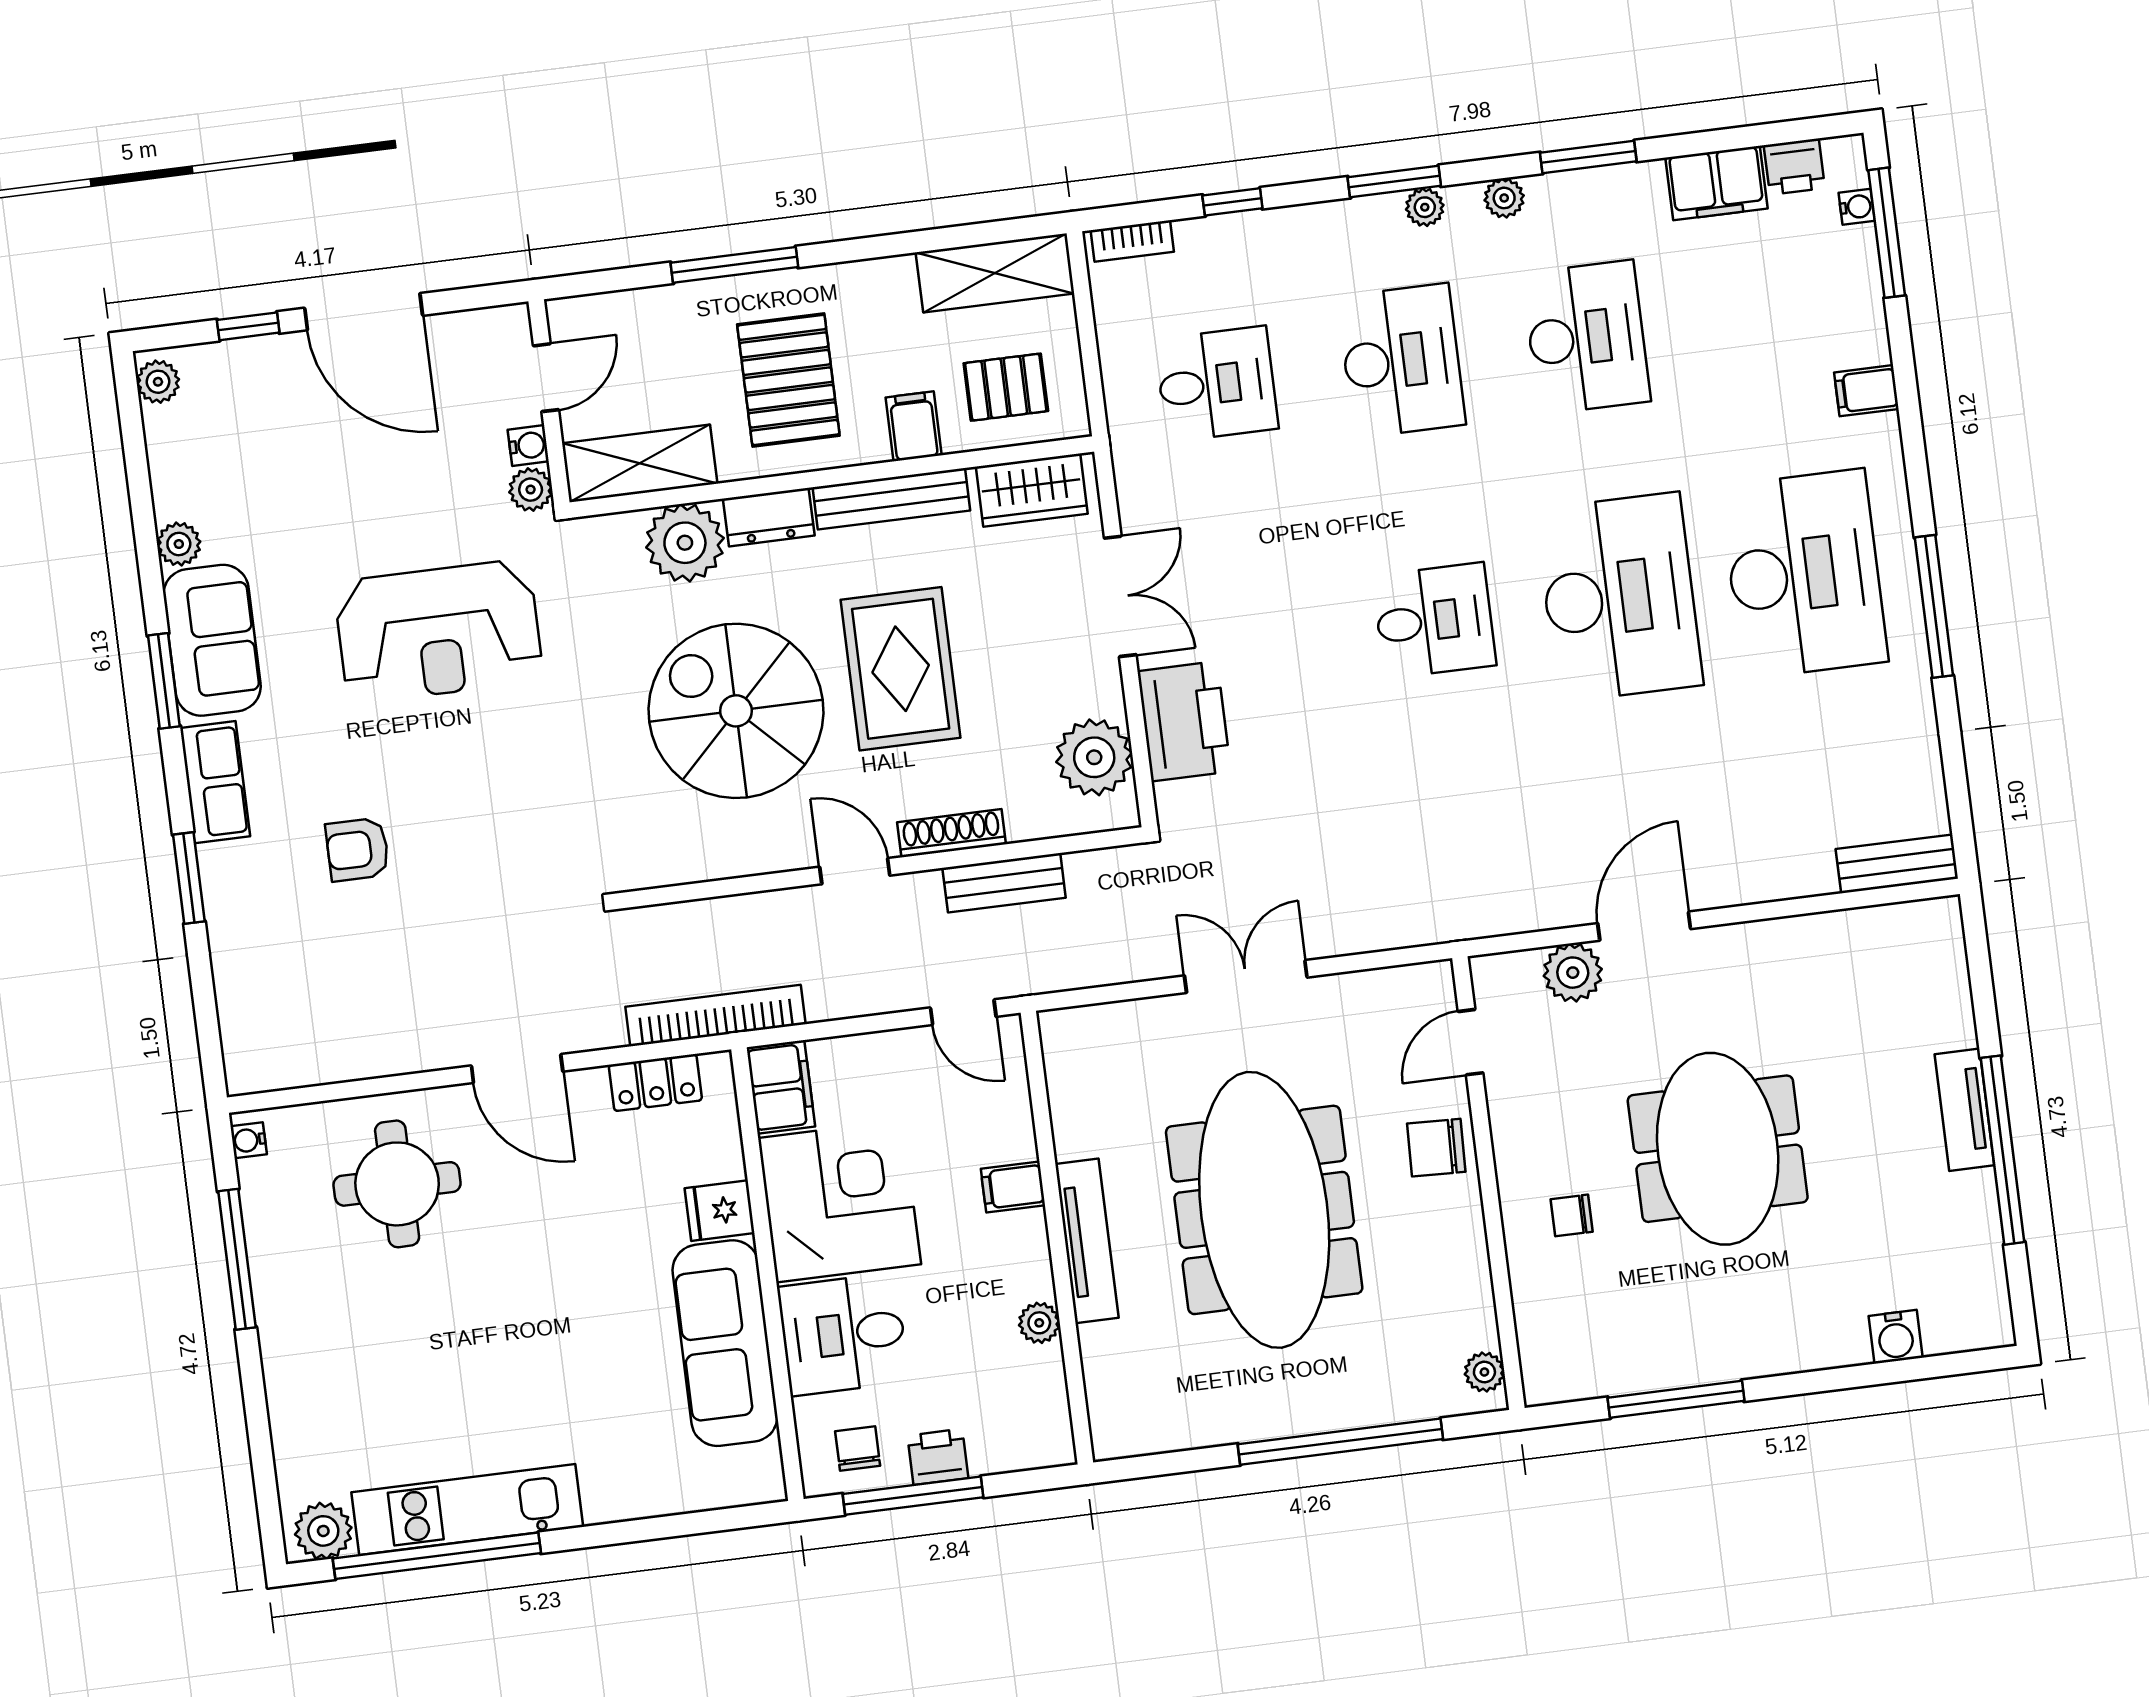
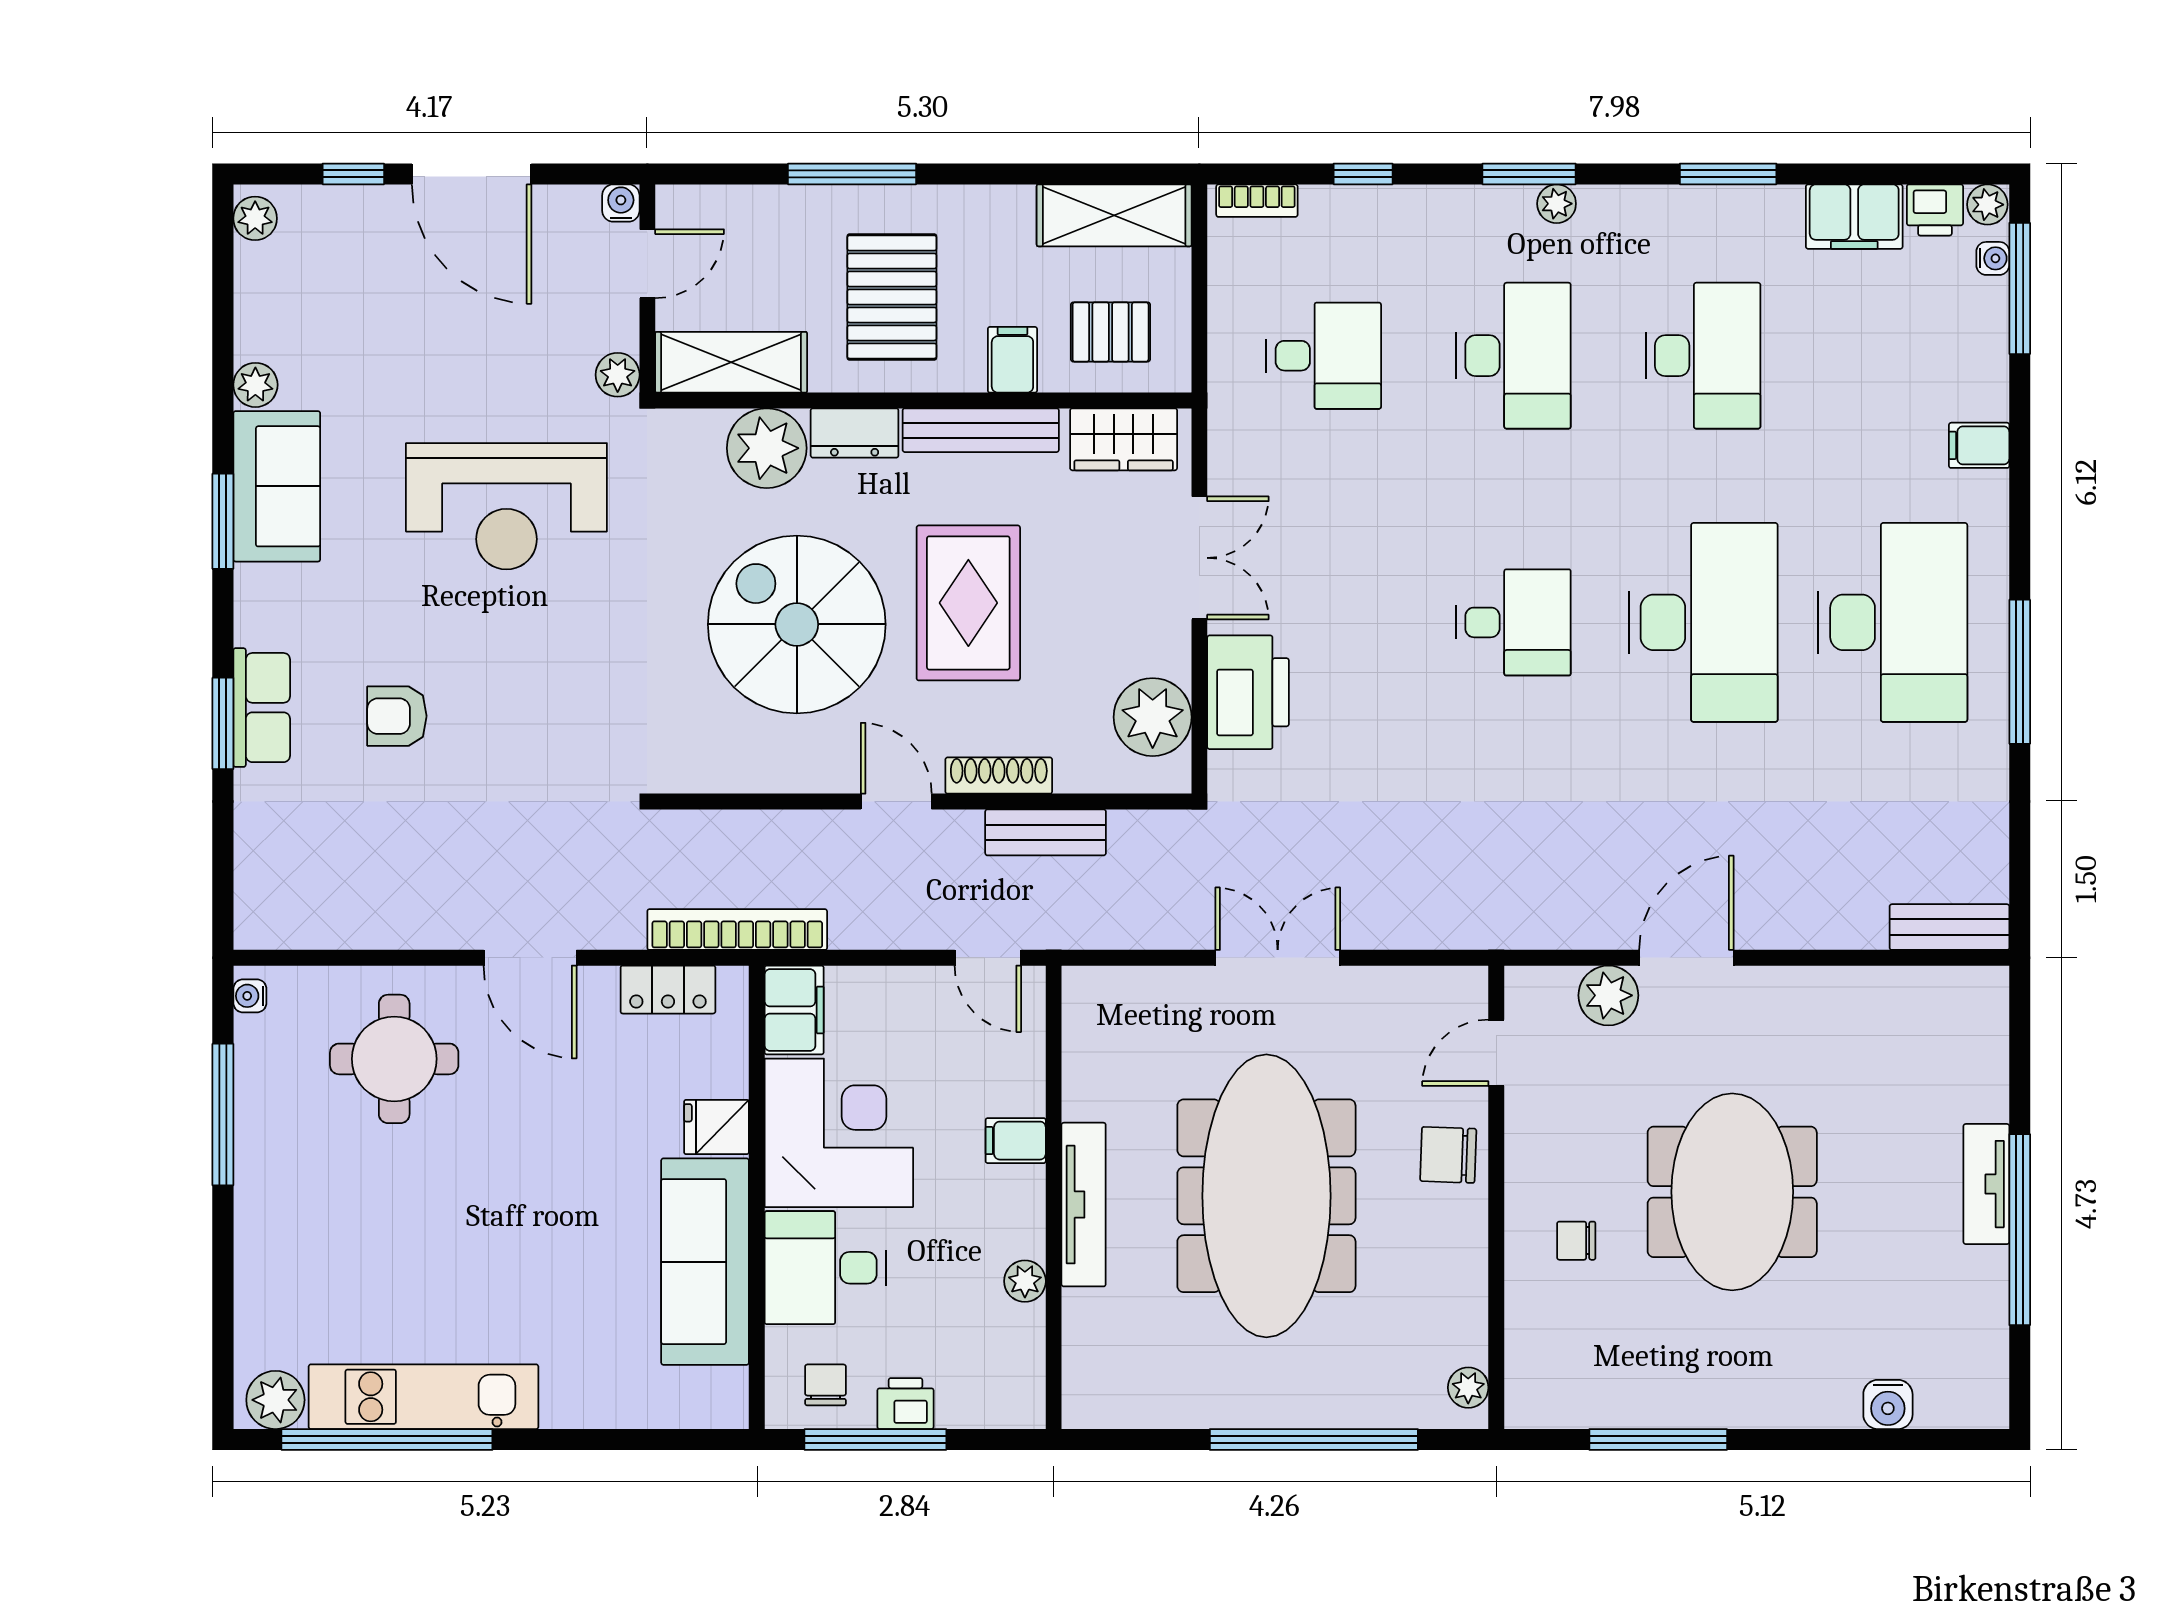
plant: (1504, 198) -> (1987, 205), moved
water cooler: (528, 445) -> (621, 203), moved, turned -90
row of seats: (215, 782) -> (262, 708), moved

